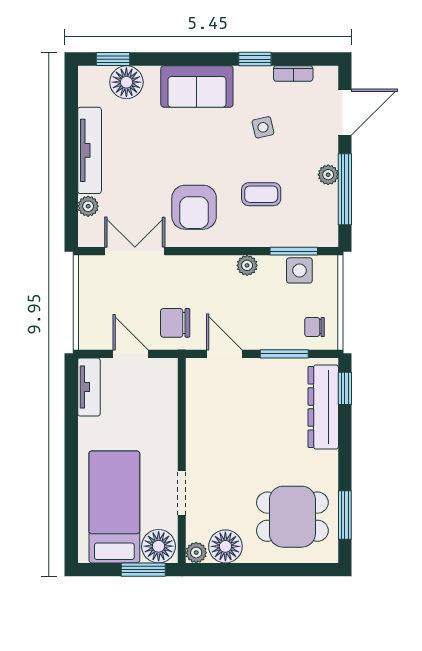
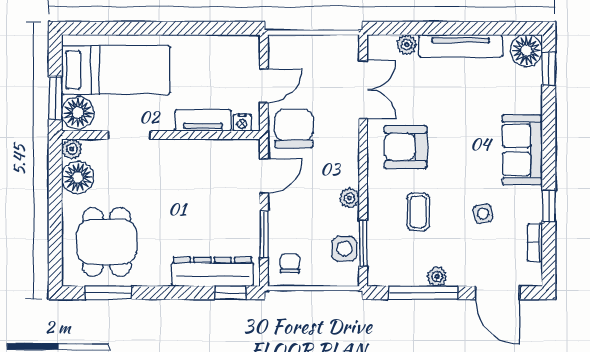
floor lamp: (126, 82) -> (526, 51), moved
chair: (175, 323) -> (294, 129), width x1.37, depth x1.37
nightstand: (169, 376) -> (242, 123), added
tv unit: (89, 387) -> (203, 120), moved, turned 180

